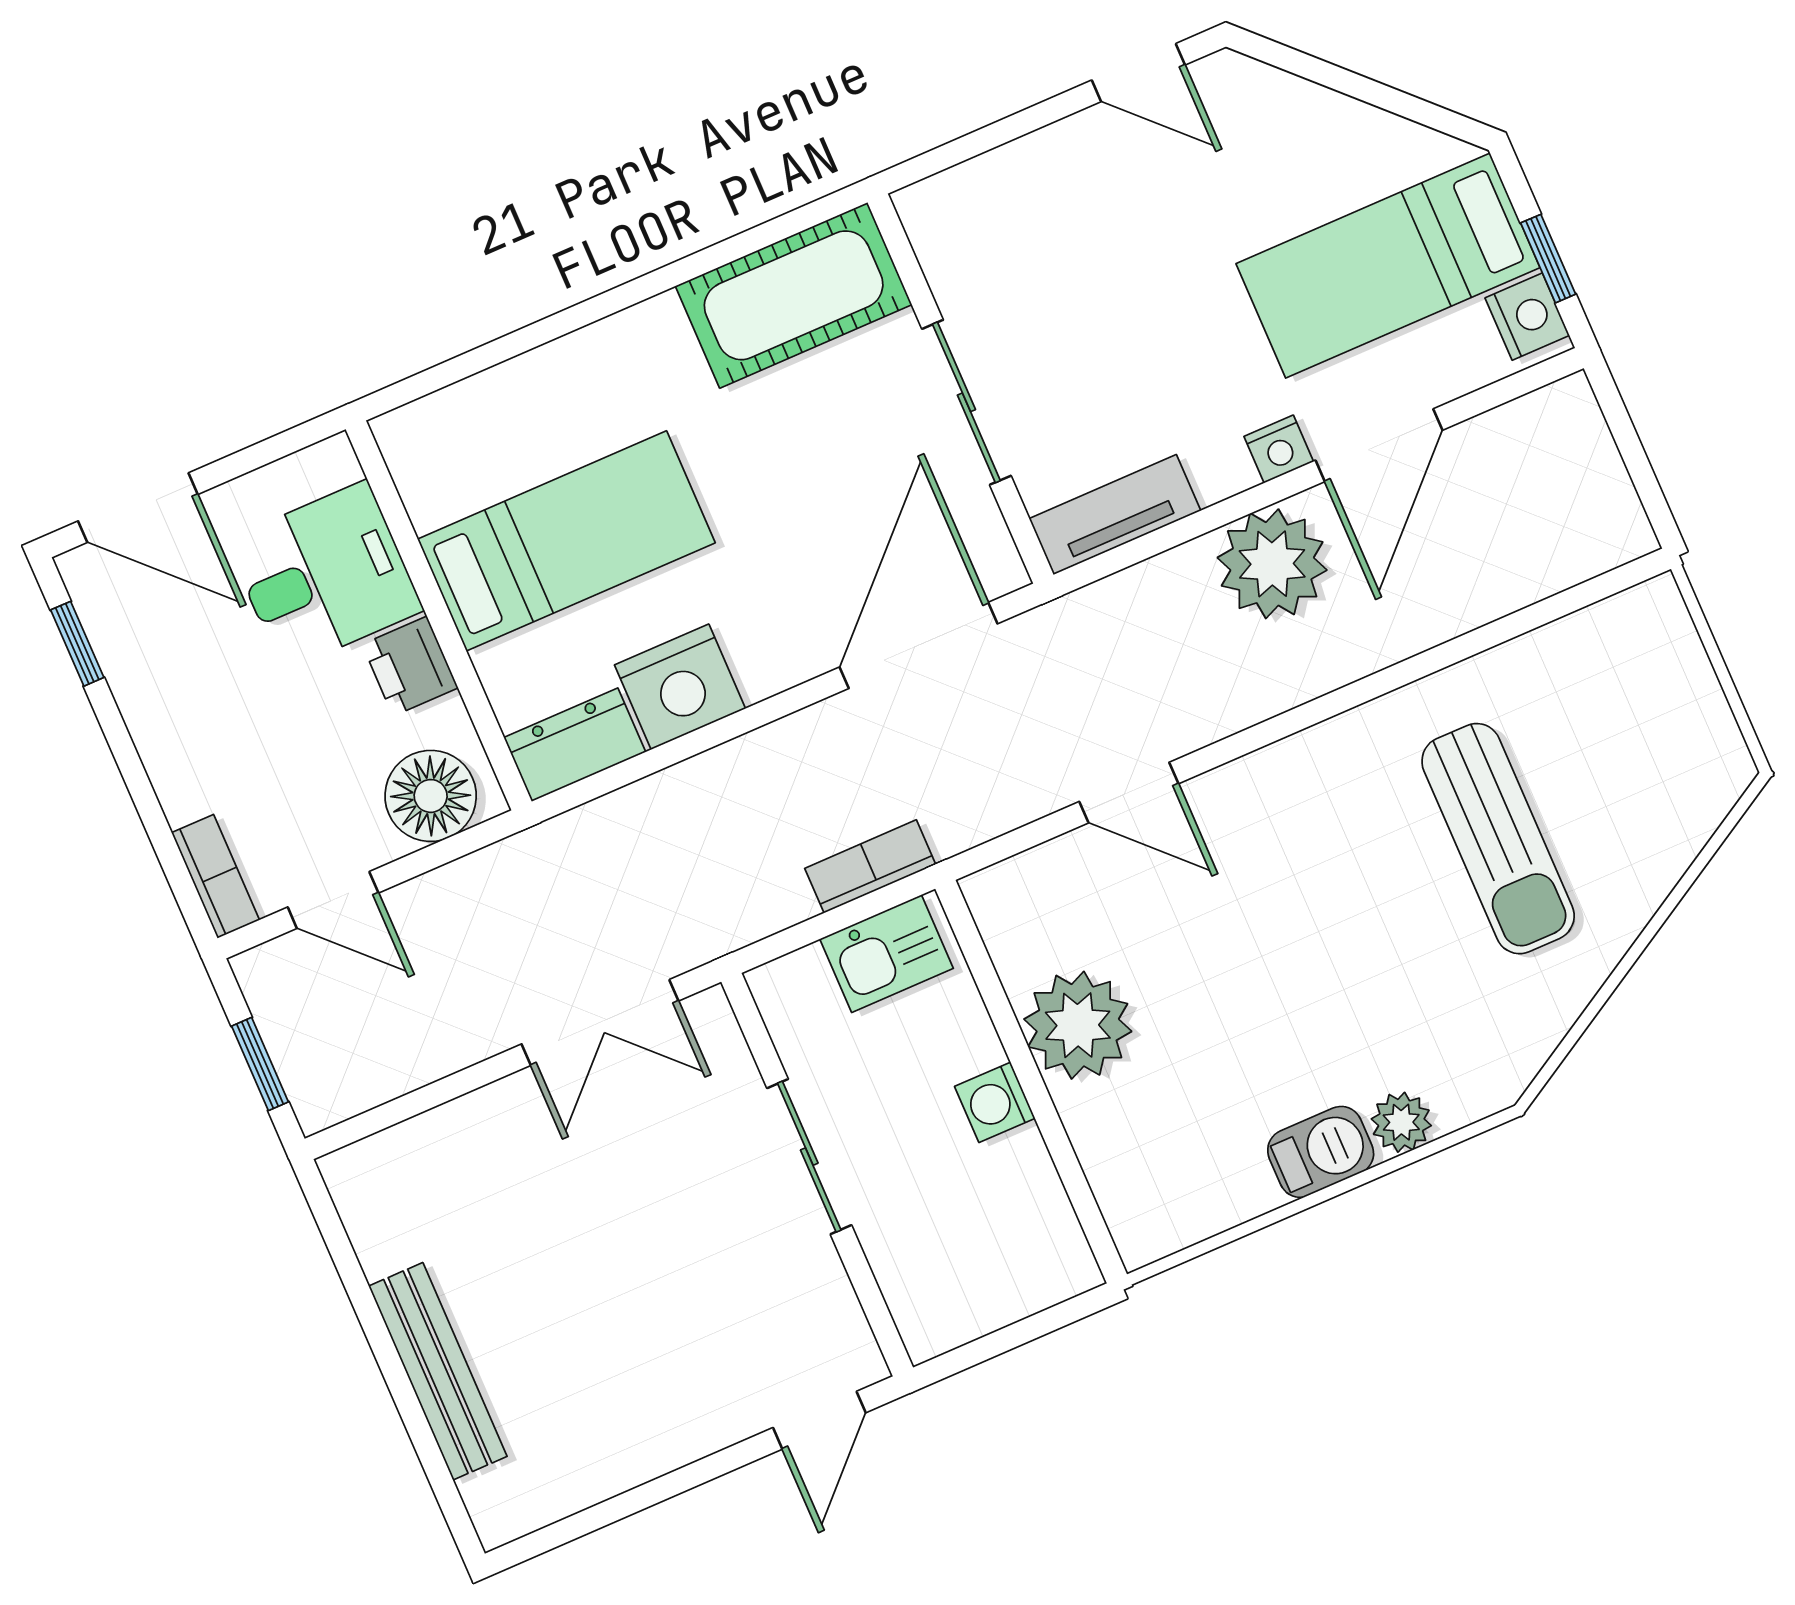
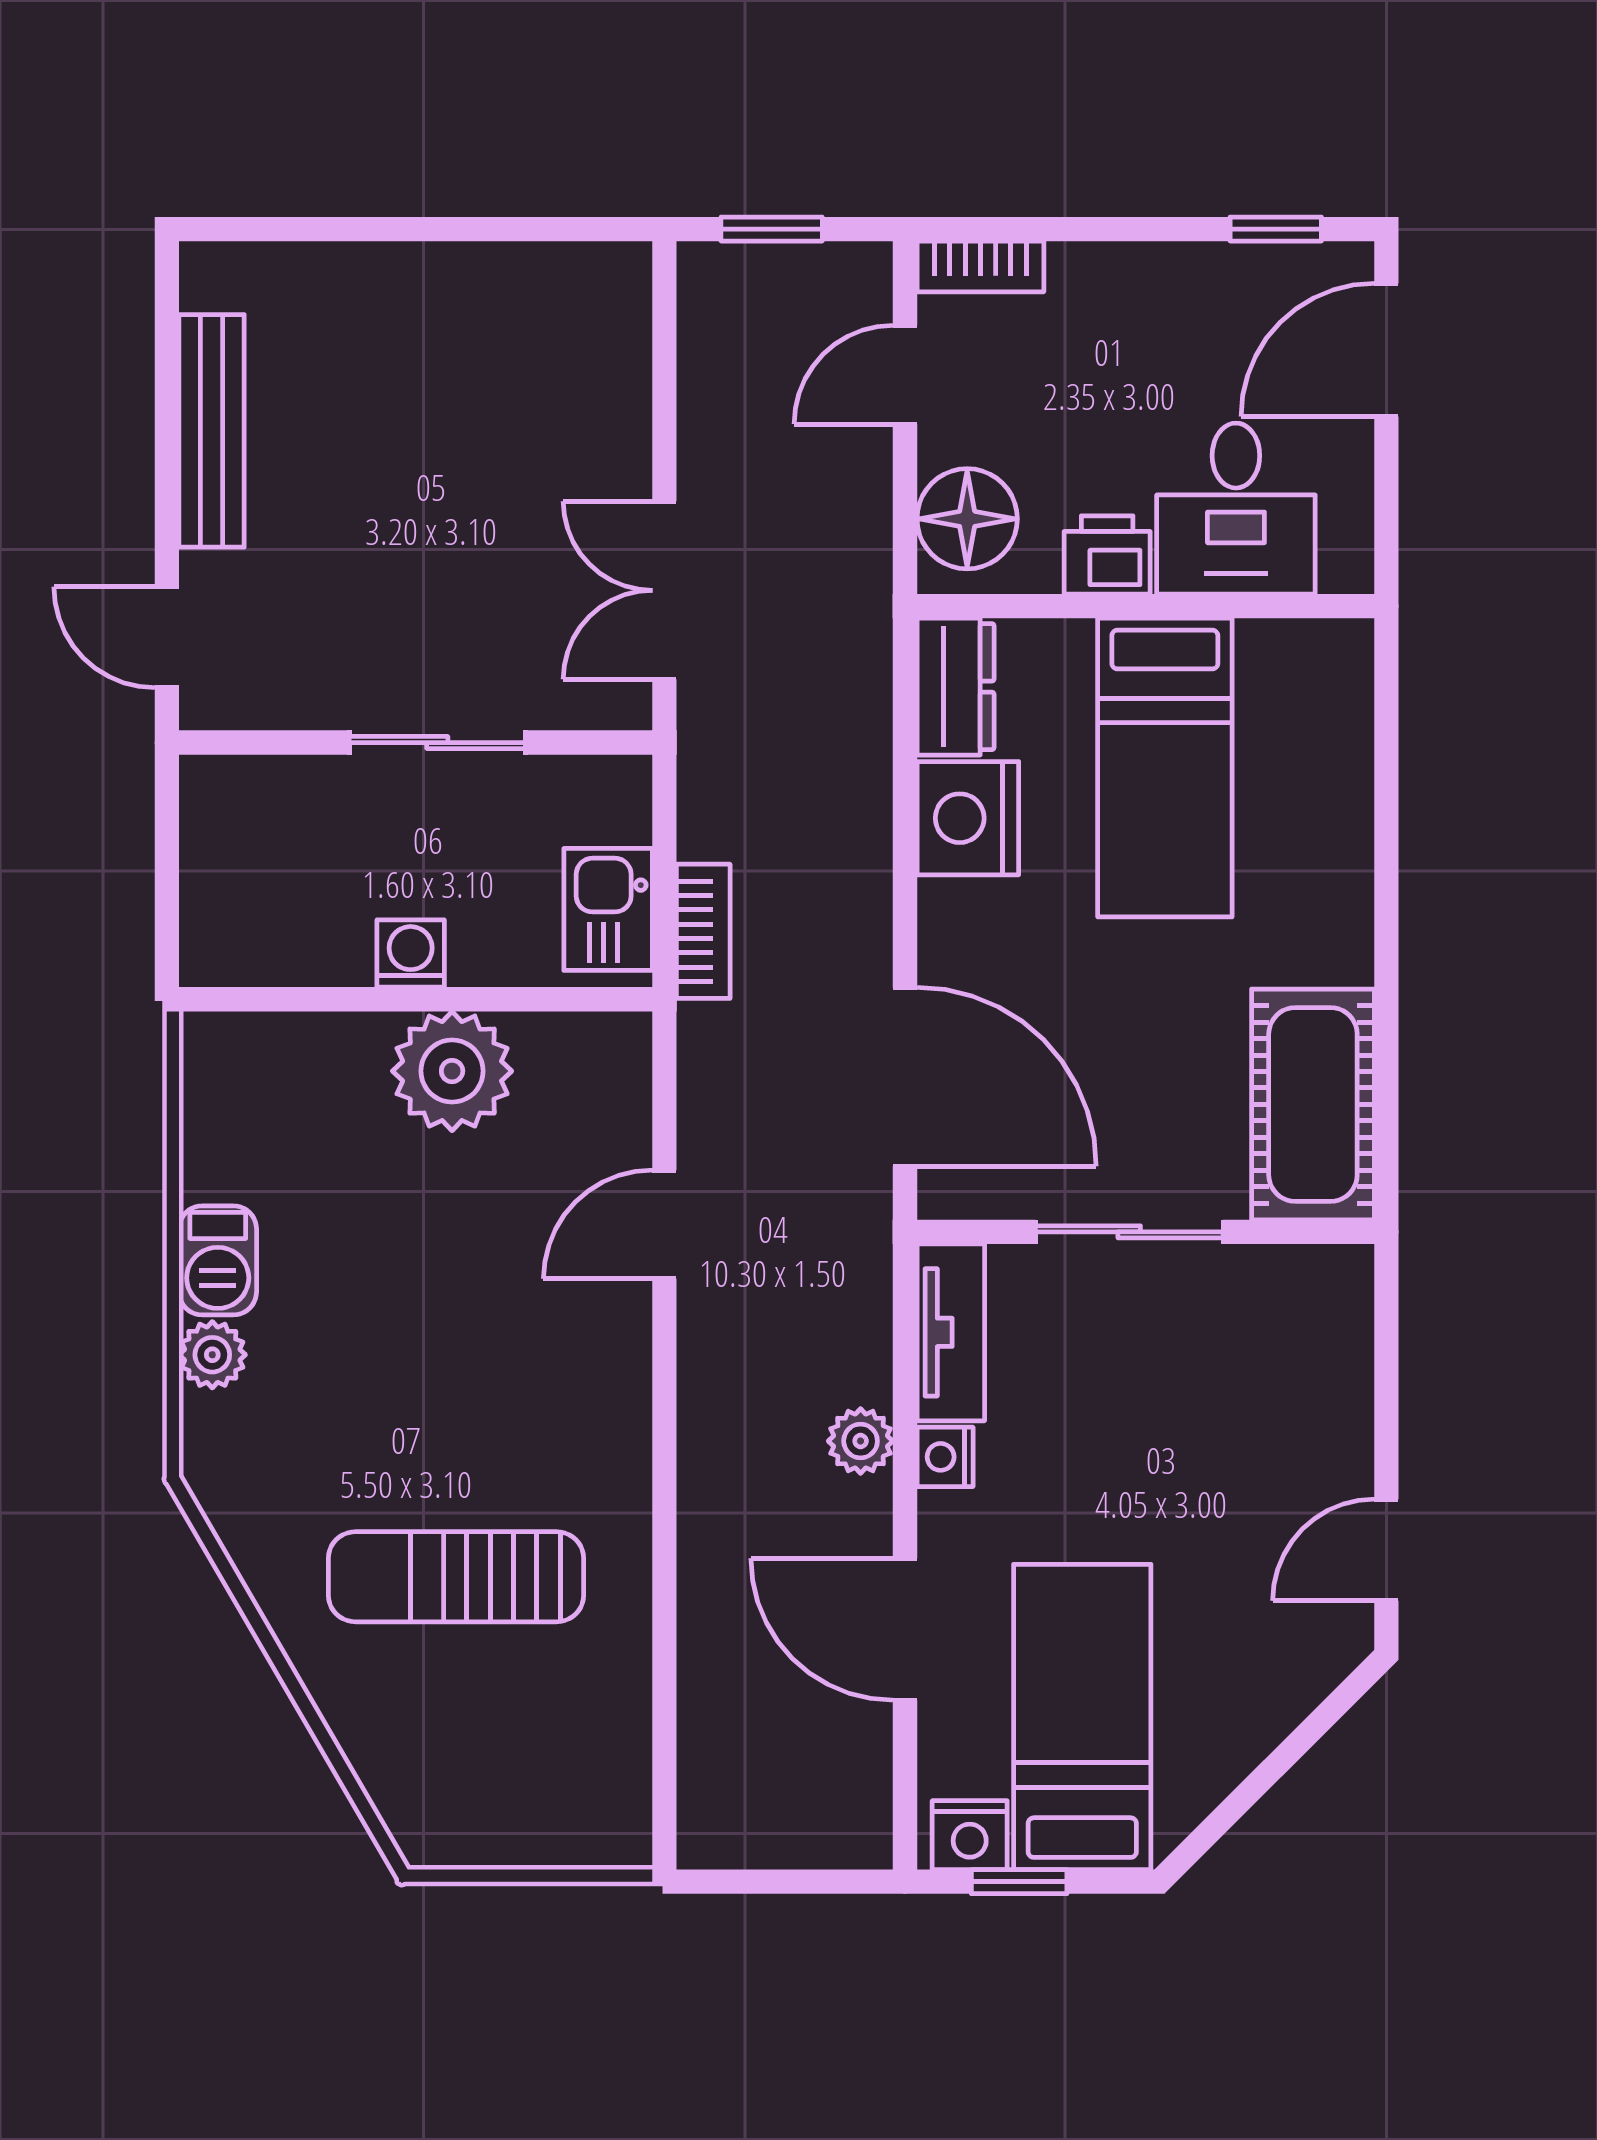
nightstand: (1279, 449) -> (945, 1457), moved
plant: (1272, 564) -> (861, 1441), width x0.53, depth x0.53
bench: (438, 1371) -> (212, 431), moved, turned 90

